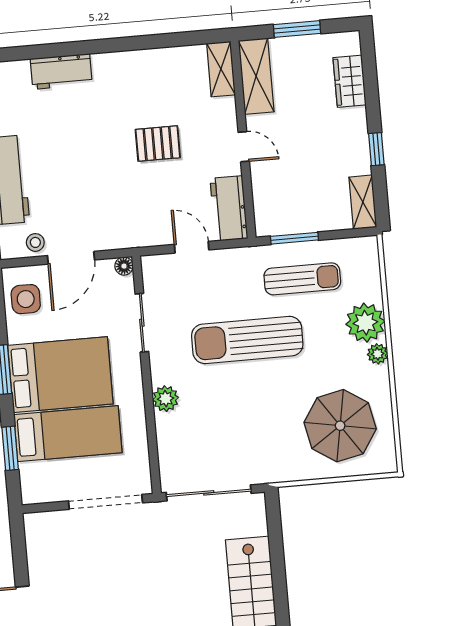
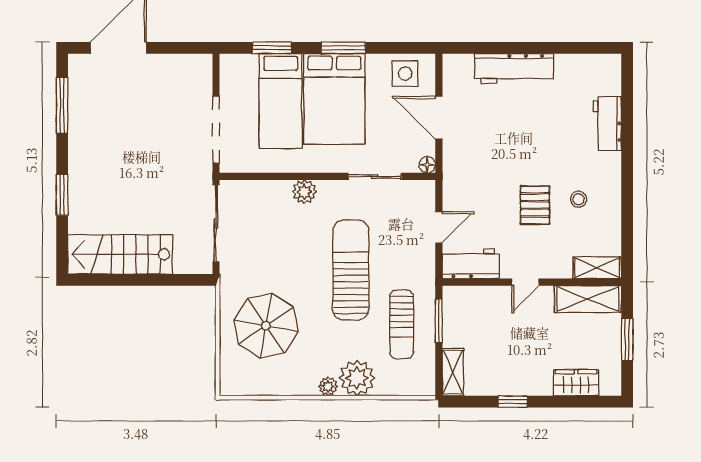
shelving: (363, 202) -> (453, 372), moved, turned 90
stool: (35, 242) -> (579, 199), moved
parasol: (340, 426) -> (266, 326), moved

